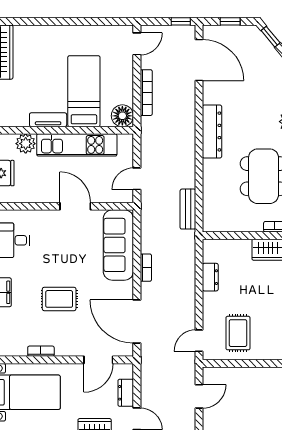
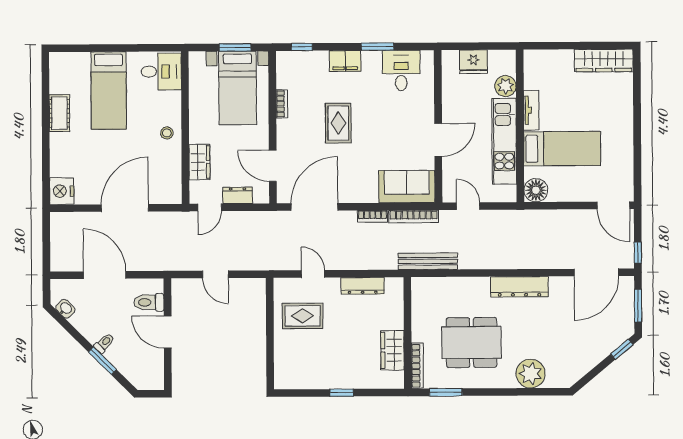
window: (230, 21) -> (638, 306), width x1.50
door: (137, 44) -> (613, 205), width x1.38
bookcase: (146, 93) -> (414, 216), moved
bench: (188, 209) -> (428, 261), width x1.36
sofa: (118, 245) -> (407, 187), width x0.73
dresser: (210, 277) -> (363, 286), width x1.44
door: (199, 341) -> (313, 274), moved
door: (199, 396) -> (215, 274), moved

